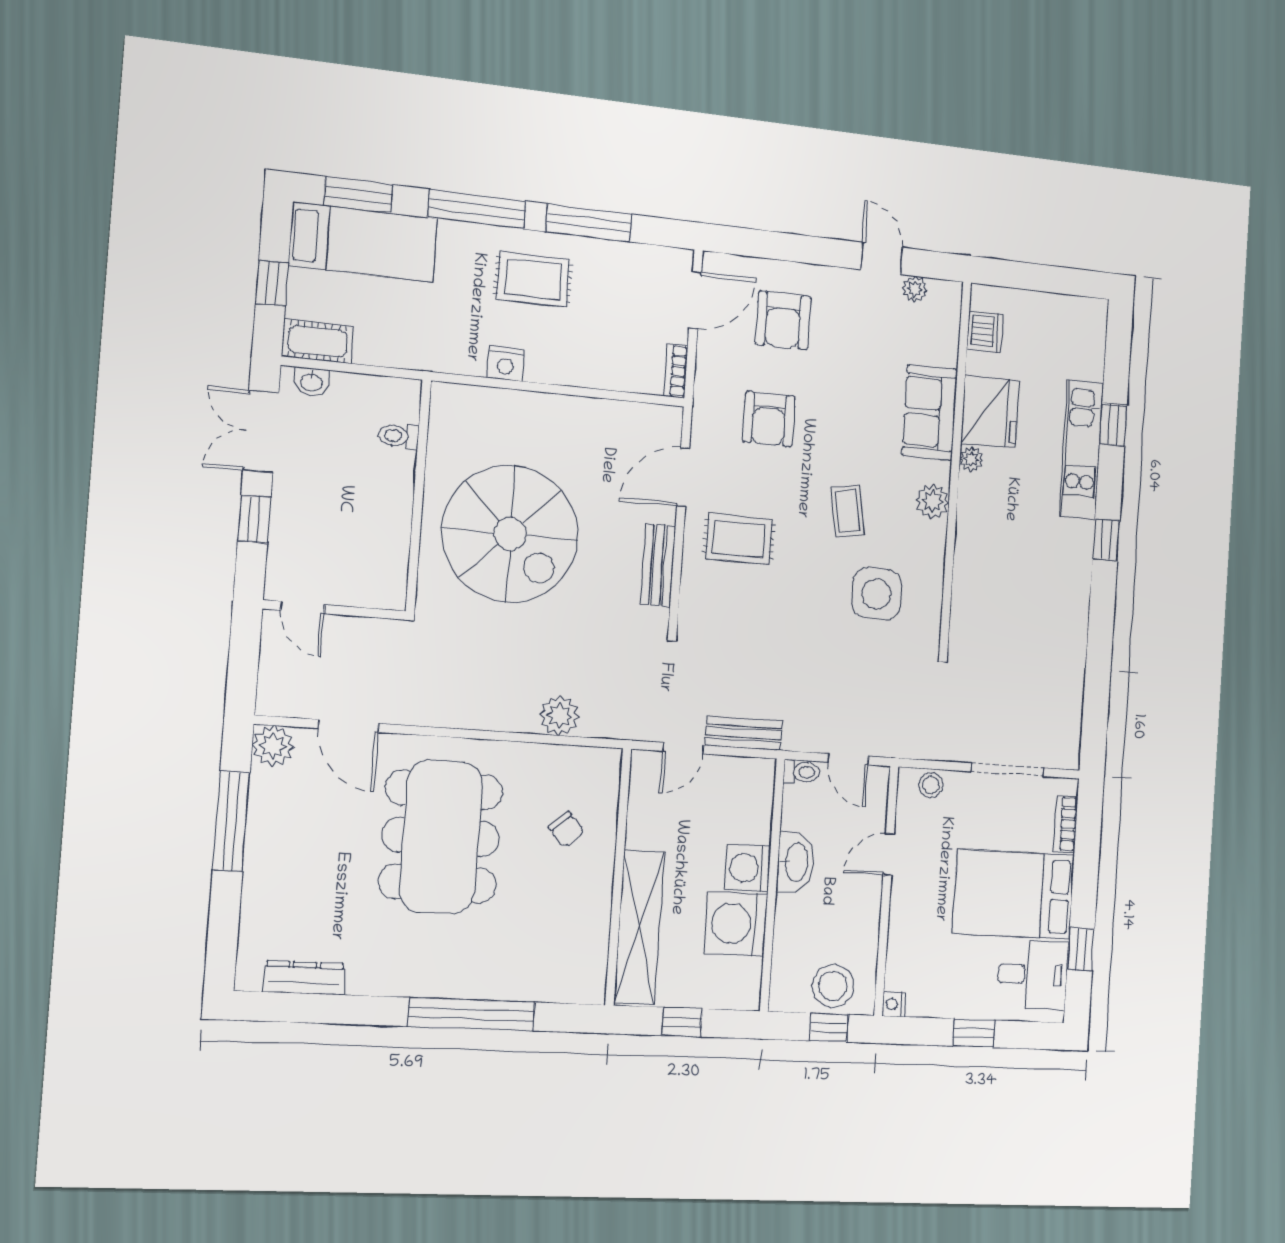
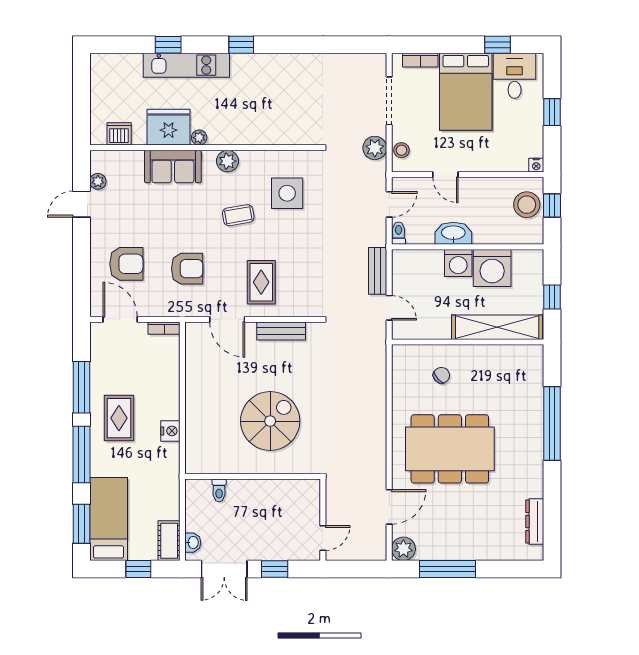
spiral stairs: (510, 534) -> (270, 421), width x0.73, depth x0.73
plant: (559, 716) -> (375, 148), moved

